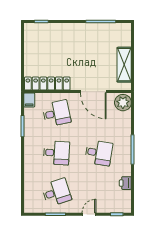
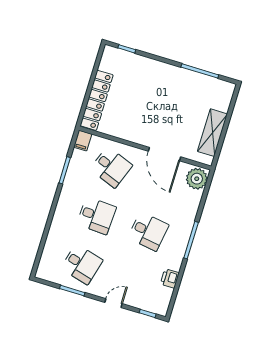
locker: (47, 84) -> (97, 100), moved, turned 90
desk: (56, 113) -> (111, 167), turned 33
desk: (56, 192) -> (82, 264), turned 33

